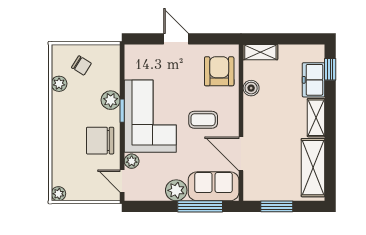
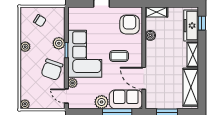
freezer: (314, 80) -> (191, 26), width x1.40
plant: (59, 84) -> (25, 47), moved
chair: (100, 141) -> (52, 70), turned -71

